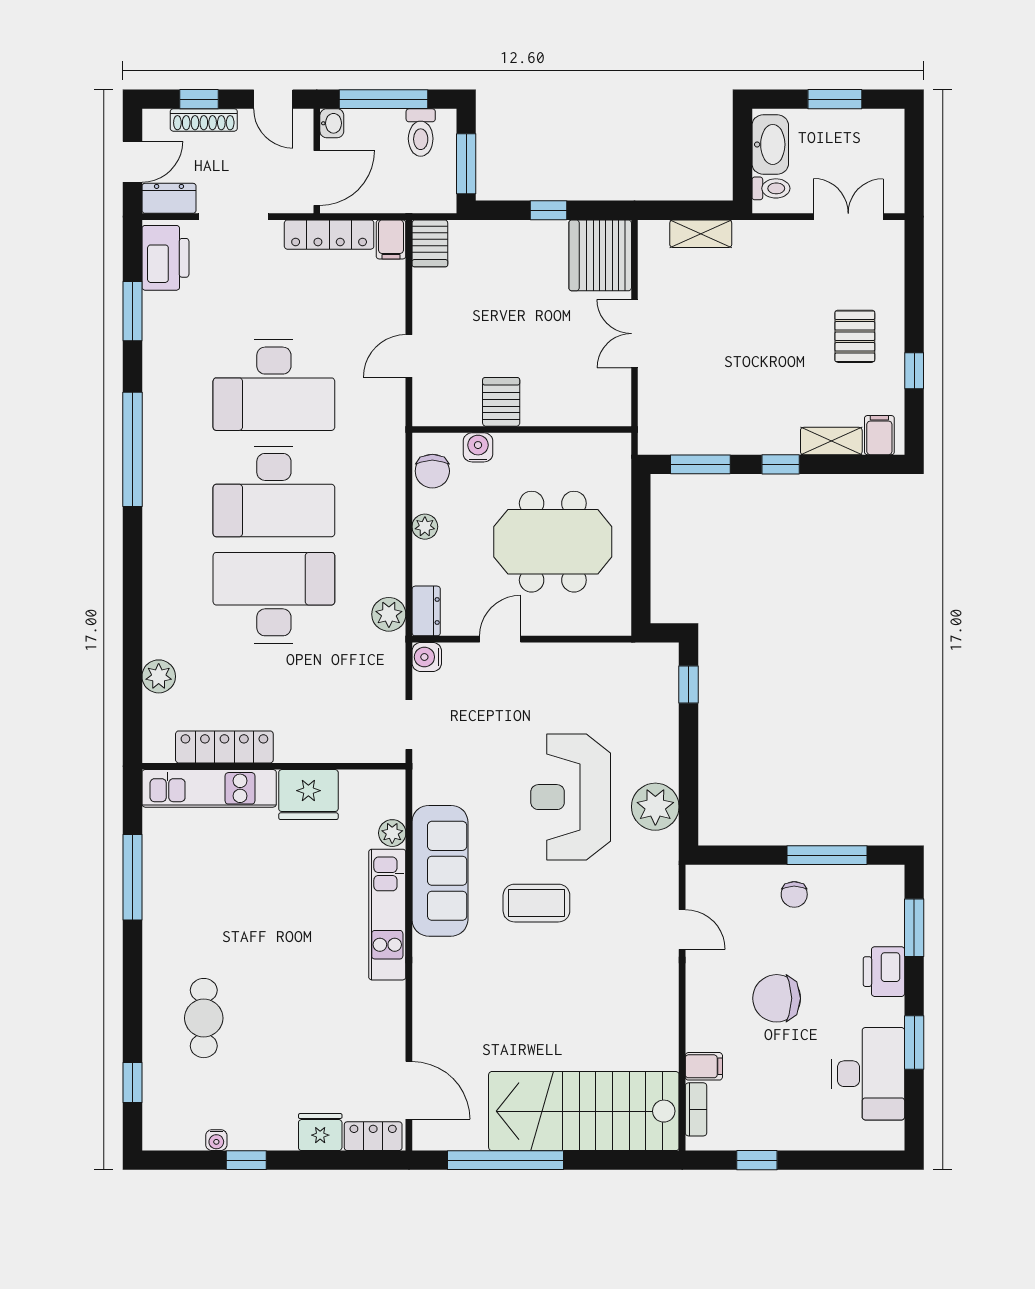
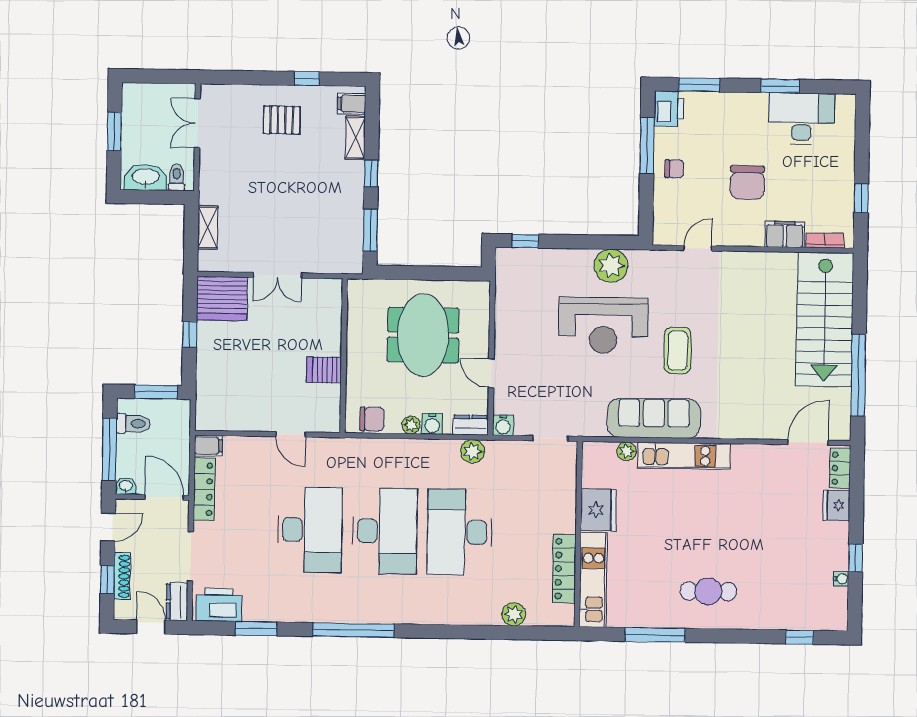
server rack: (430, 243) -> (212, 418), removed
water cooler: (478, 447) -> (432, 424), moved, turned -90
printer: (884, 972) -> (669, 109), moved, turned -90
cafe table: (204, 1018) -> (708, 591), moved
filing cabinet: (704, 1066) -> (785, 234), width x2.00

